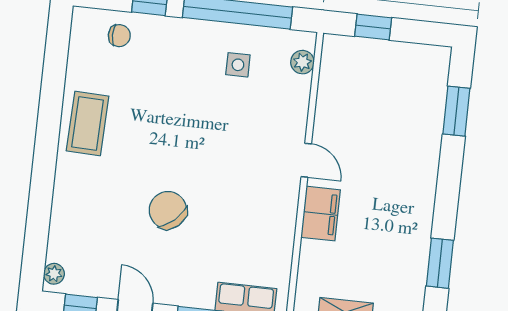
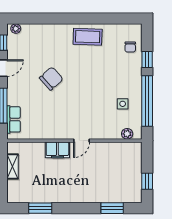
window: (373, 27) -> (147, 181), moved

